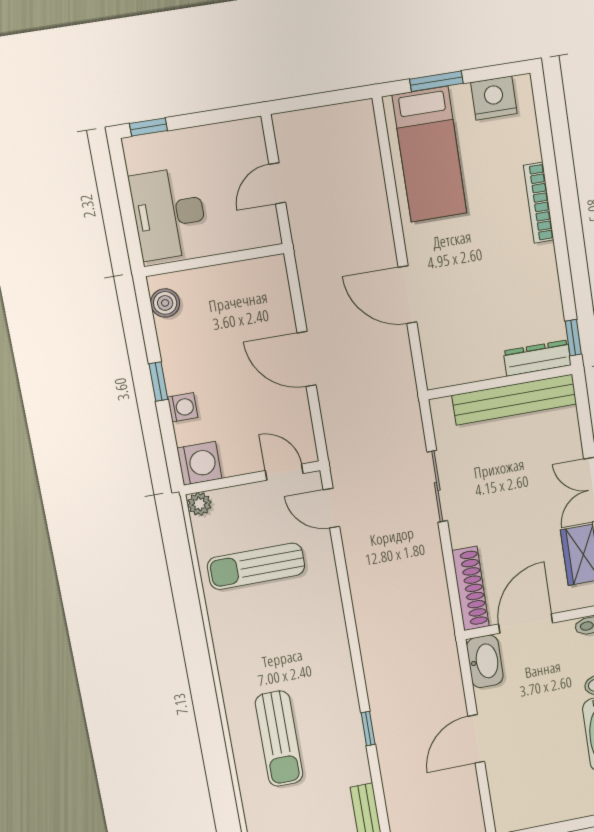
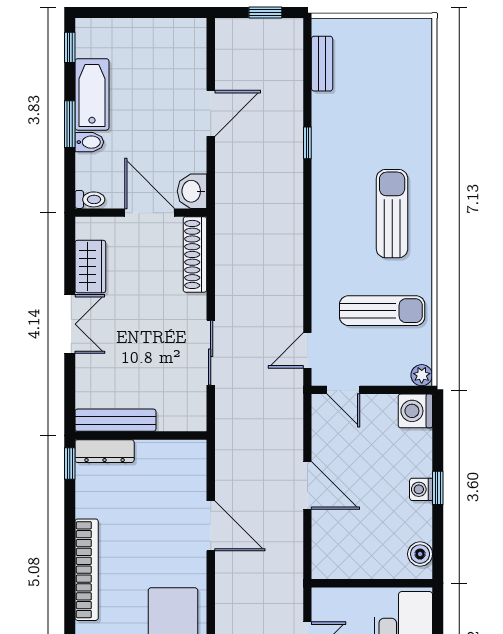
bookcase: (539, 203) -> (87, 570), width x1.48, depth x1.31
bench: (514, 400) -> (115, 420), width x0.73, depth x0.82
washing machine: (183, 407) -> (421, 489), moved
door: (331, 508) -> (307, 350), swing flipped
door: (526, 623) -> (150, 213), swing flipped
washbasin: (485, 661) -> (192, 191), width x0.72
sun lounger: (279, 739) -> (392, 214), moved

